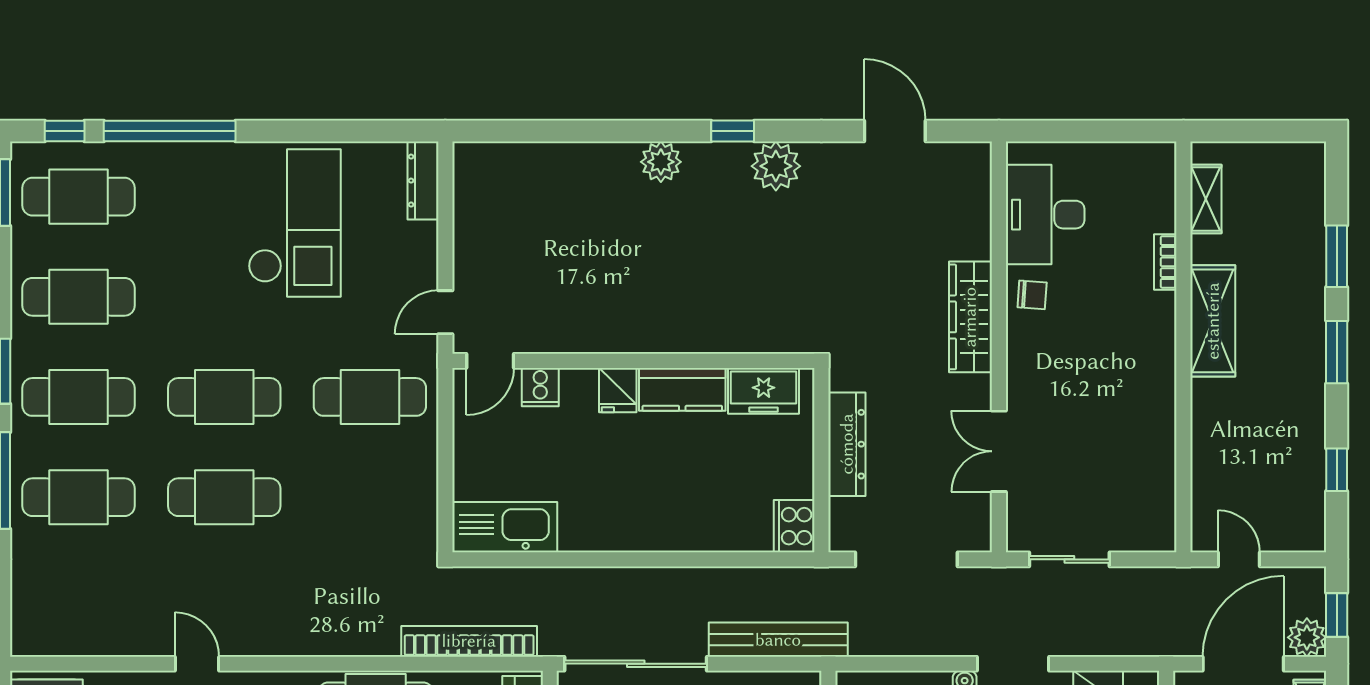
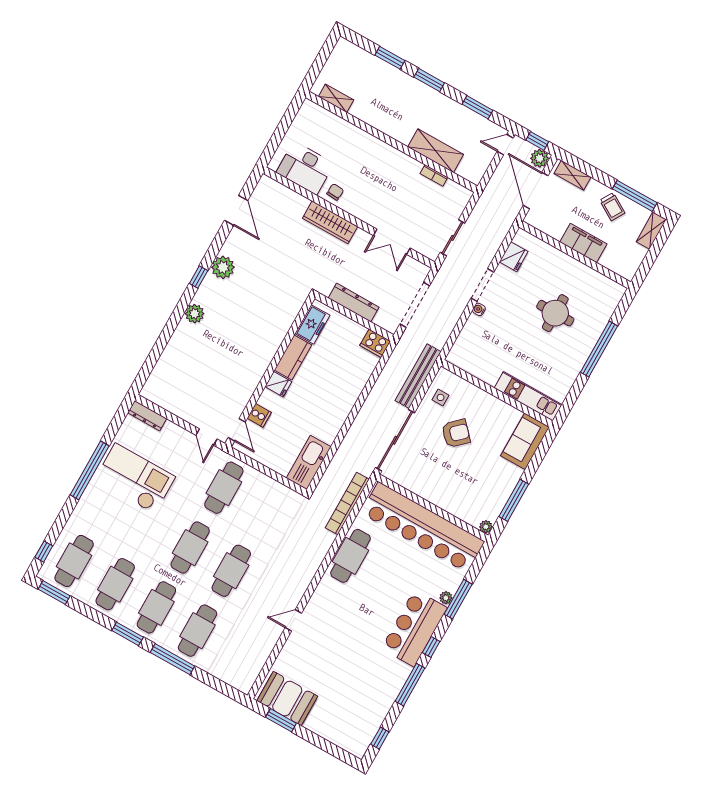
window: (170, 131) -> (90, 470), moved
door: (895, 131) -> (236, 210), swing flipped
bookcase: (1165, 262) -> (434, 175), moved
shelving: (1213, 321) -> (436, 151), moved
window: (1337, 470) -> (478, 107), width x1.50
door: (1239, 559) -> (505, 145), moved

